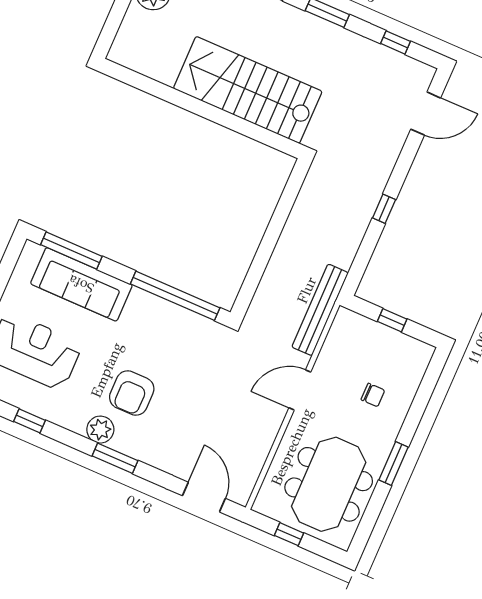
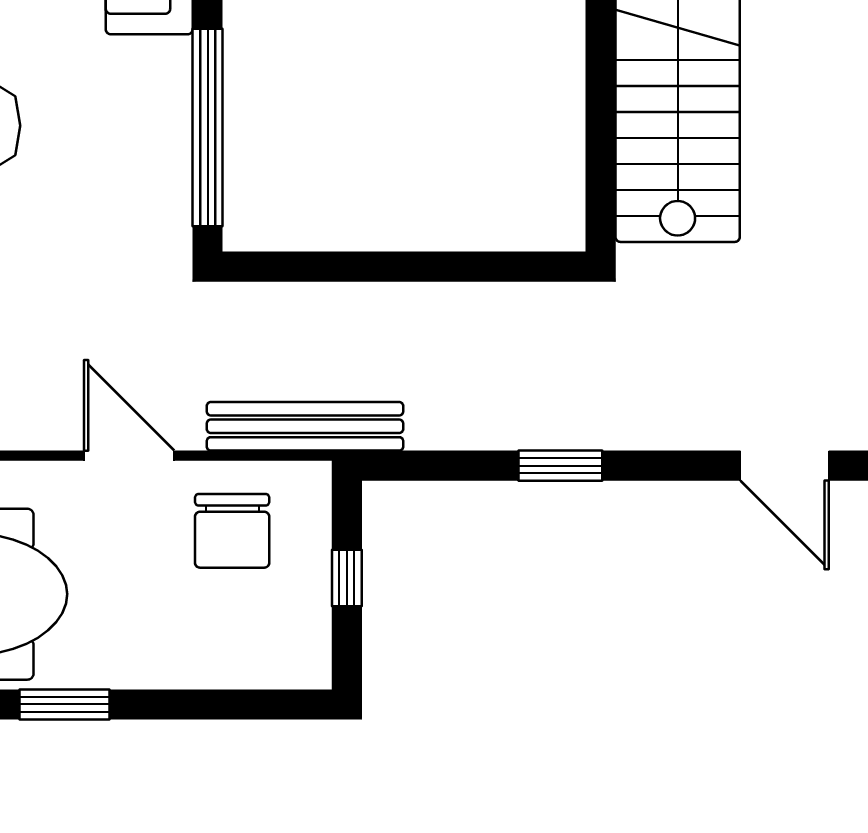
window: (384, 209) -> (560, 466), width x1.50
chair: (373, 395) -> (232, 531), moved, width x1.87, depth x1.87

